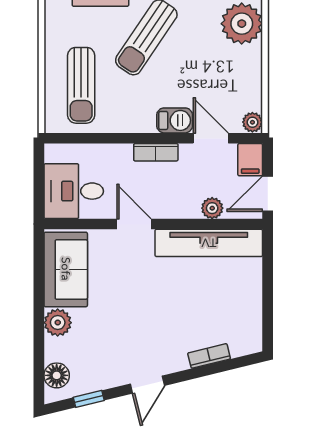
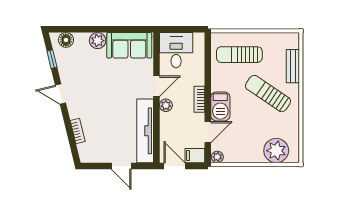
barbecue: (175, 120) -> (220, 106), width x1.38, depth x1.27
plant: (212, 208) -> (166, 105), moved
door: (268, 283) -> (121, 166), added

